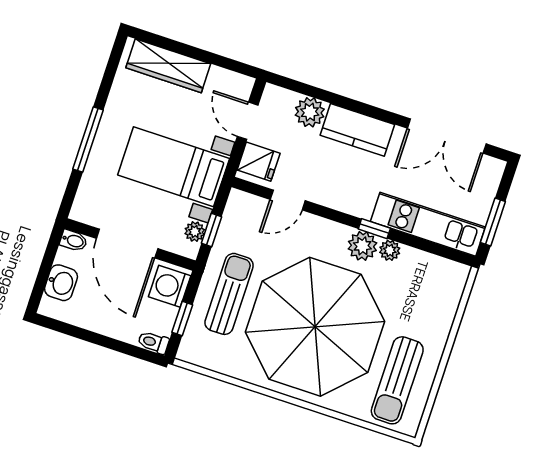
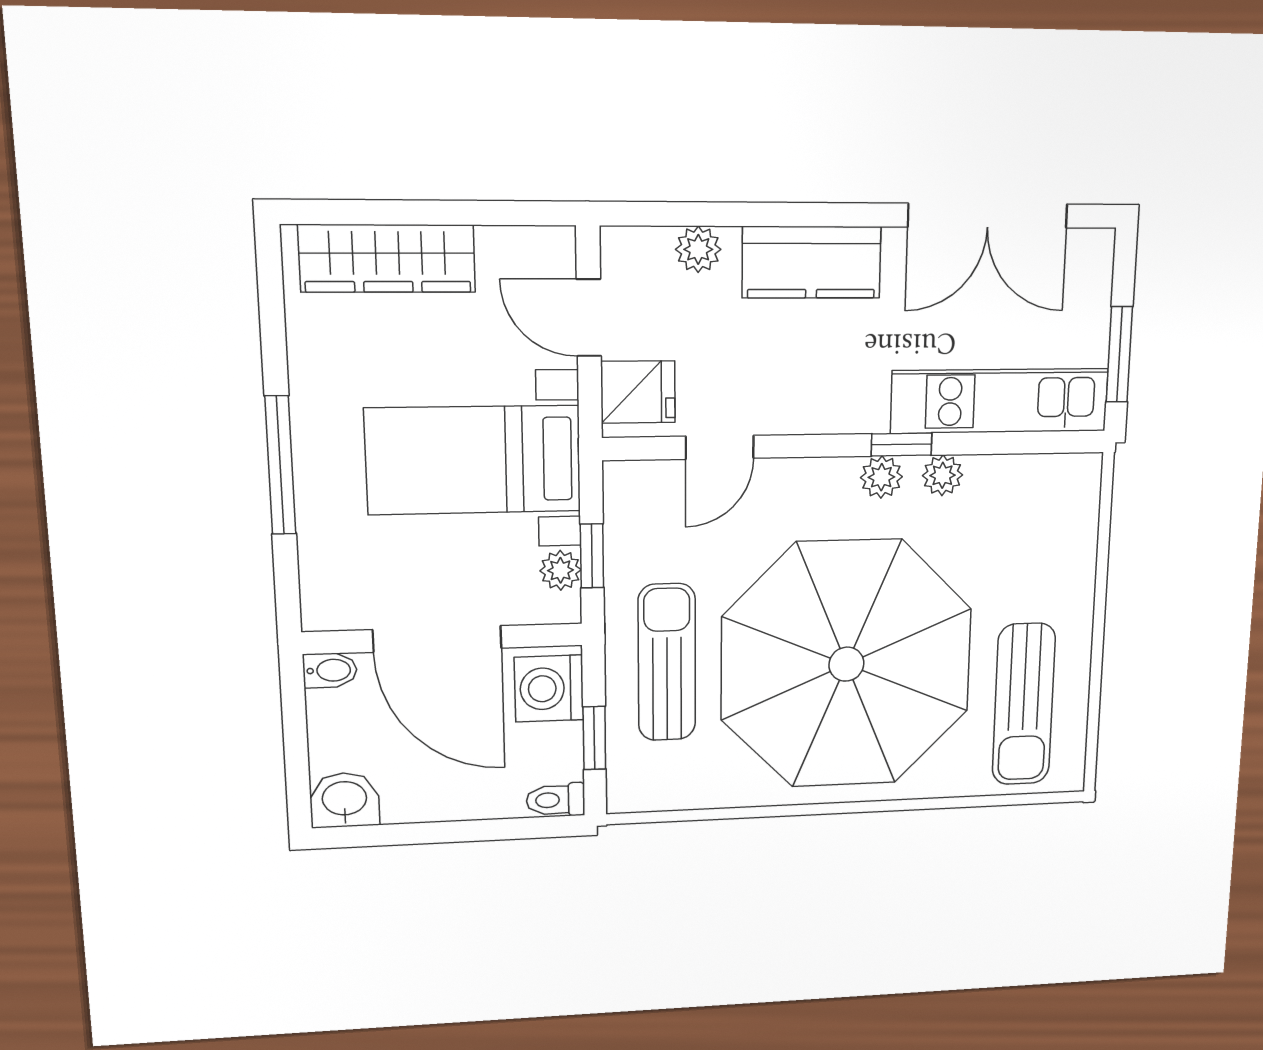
plant: (310, 112) -> (698, 249), width x0.73, depth x0.73
plant: (362, 246) -> (881, 477), width x0.73, depth x0.73
washbasin: (61, 283) -> (345, 800), moved, turned -90

